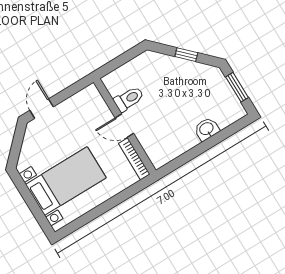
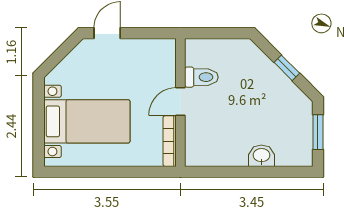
door: (124, 126) -> (180, 101), hinge flipped

